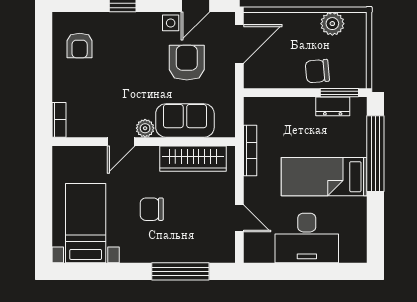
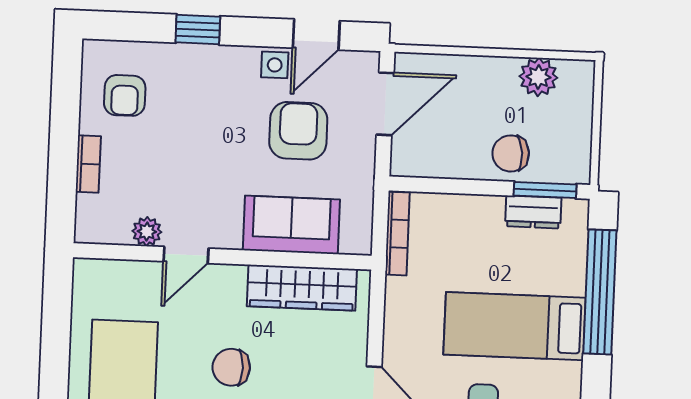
bookcase: (59, 120) -> (88, 164), moved
plant: (145, 128) -> (147, 232), moved
bookcase: (250, 151) -> (397, 234), moved

